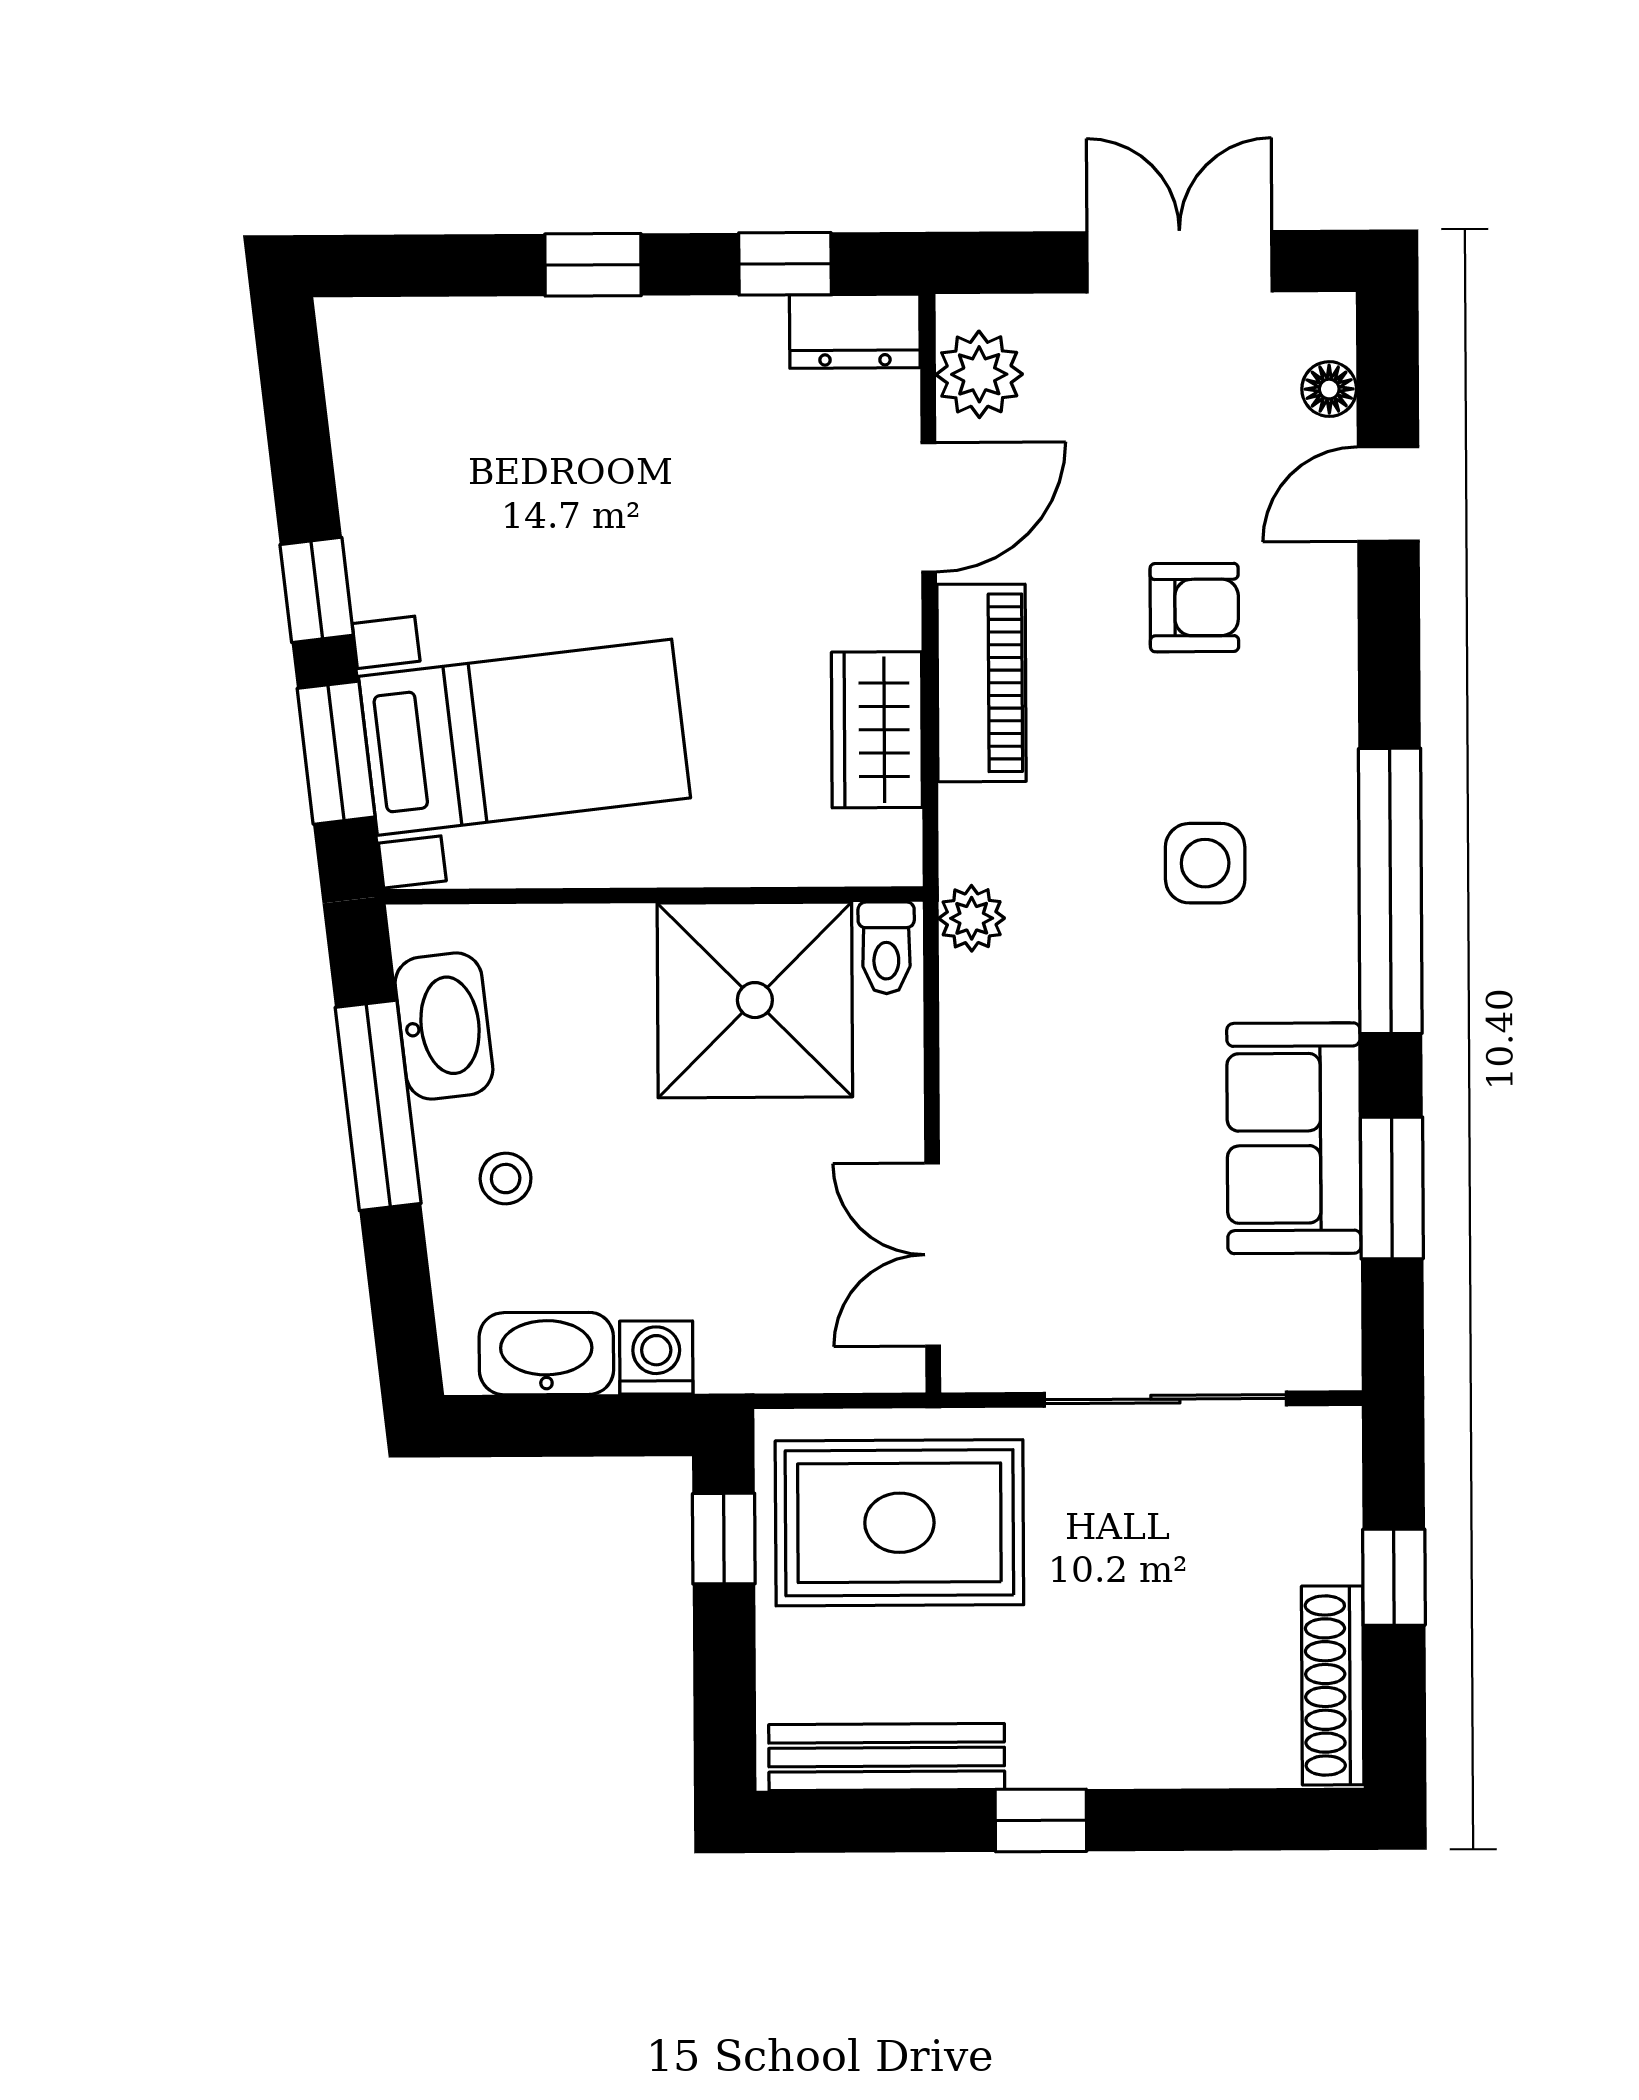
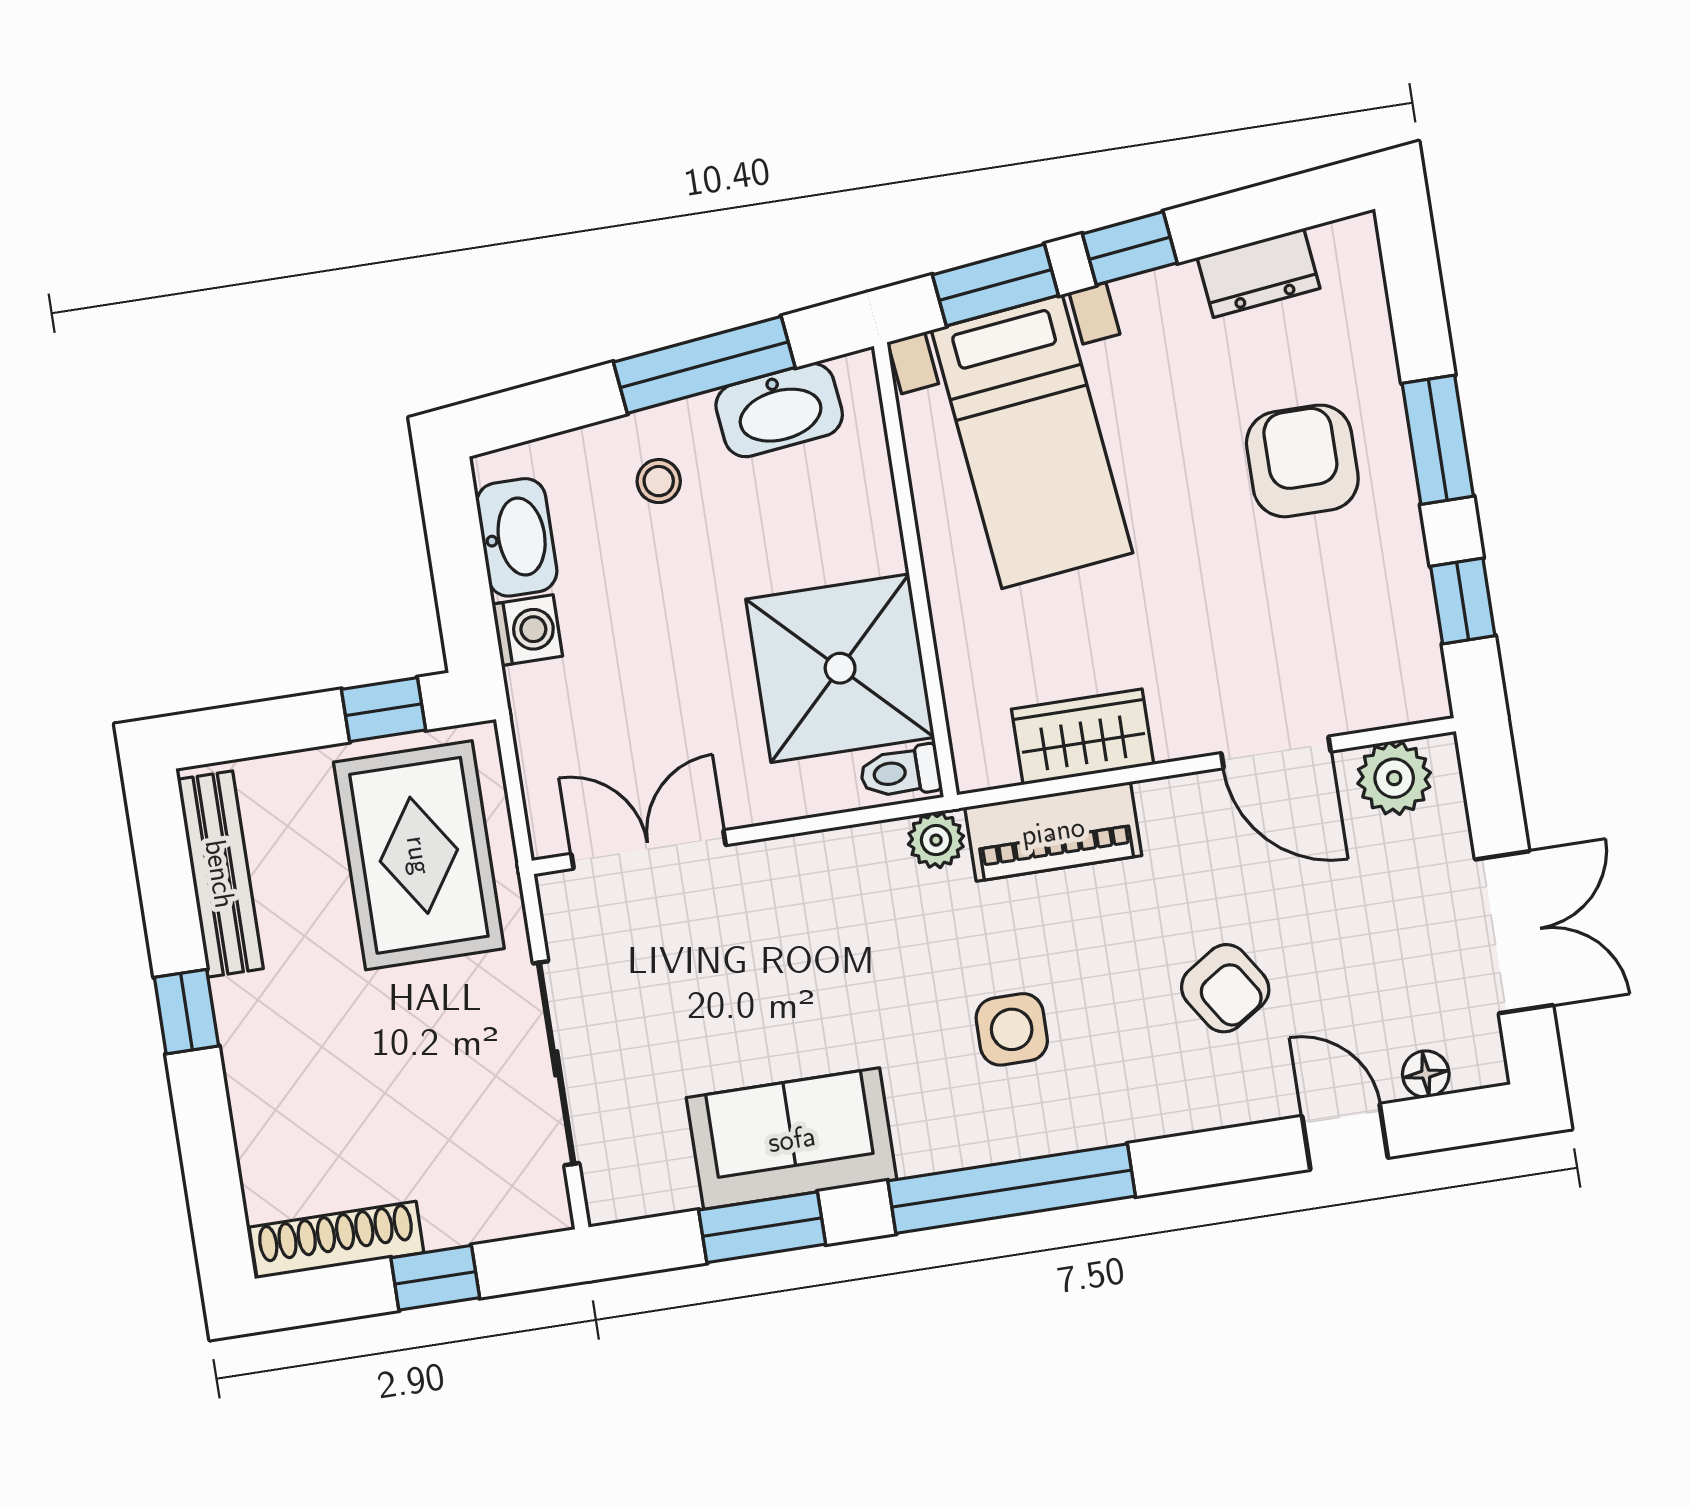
window: (593, 265) -> (1438, 440), width x1.50
dresser: (855, 331) -> (1259, 273), moved, turned -97
armchair: (594, 426) -> (1302, 461), added
armchair: (1194, 608) -> (1225, 988), turned -33
piano: (982, 683) -> (1053, 831), moved

